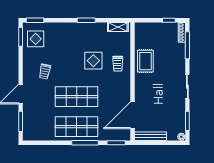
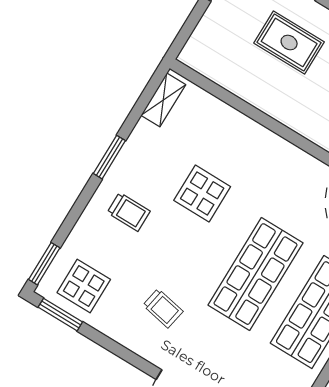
rug: (145, 61) -> (289, 42), moved
trolley: (118, 64) -> (129, 212), moved

